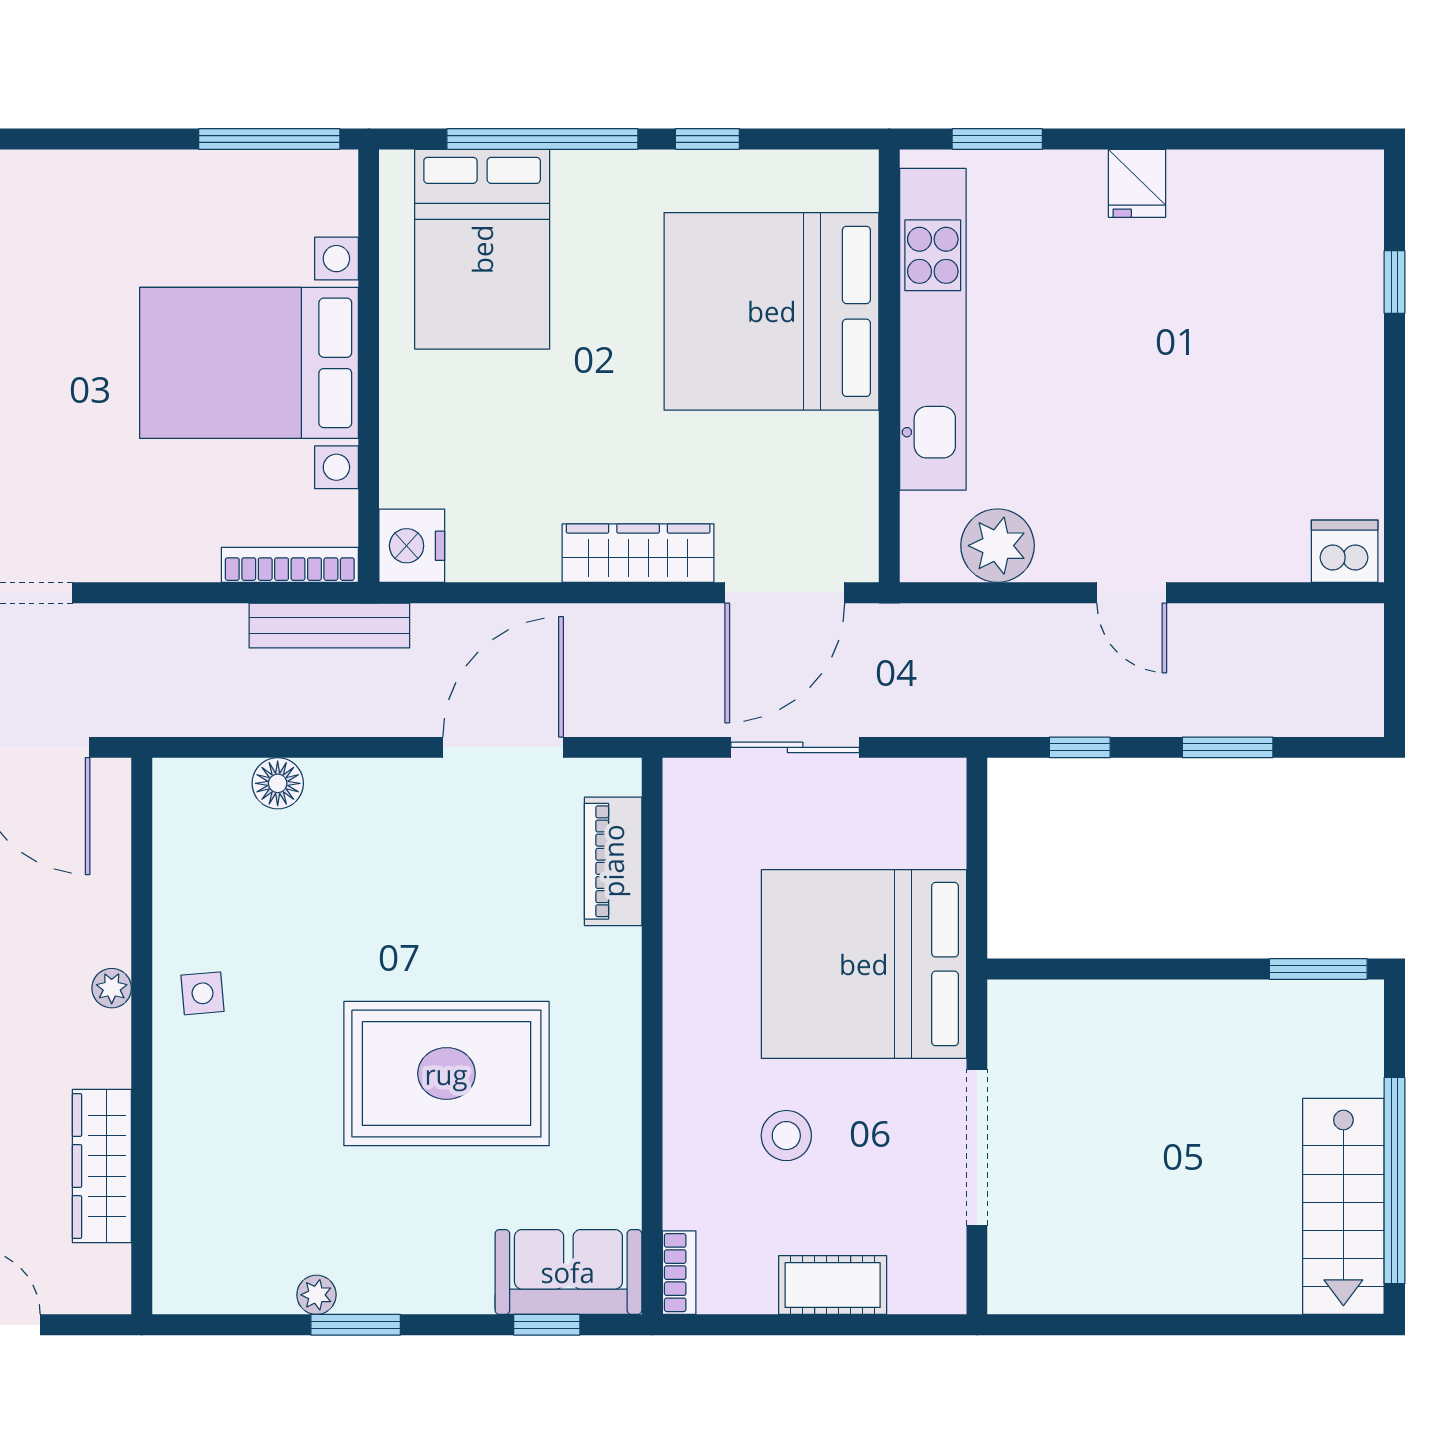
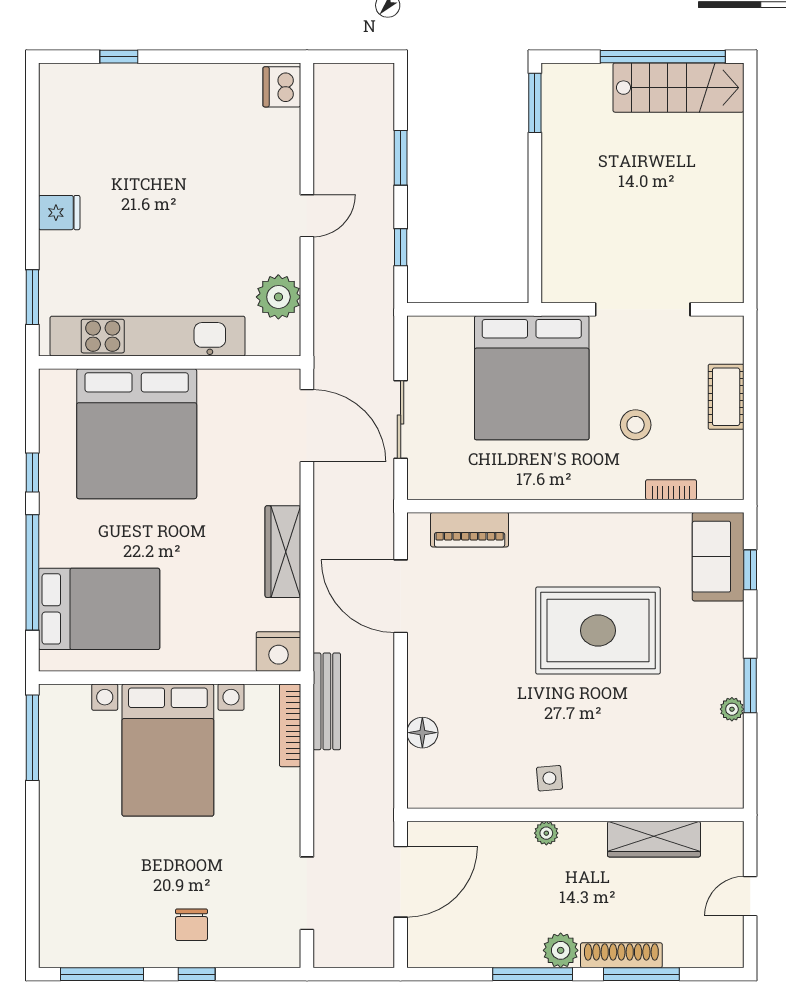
wardrobe: (638, 553) -> (283, 552), moved
rug: (446, 1074) -> (598, 631), turned 90
bookcase: (679, 1273) -> (671, 490), moved

